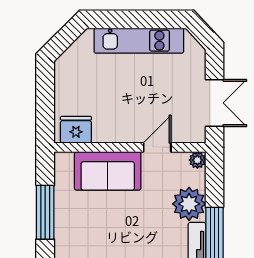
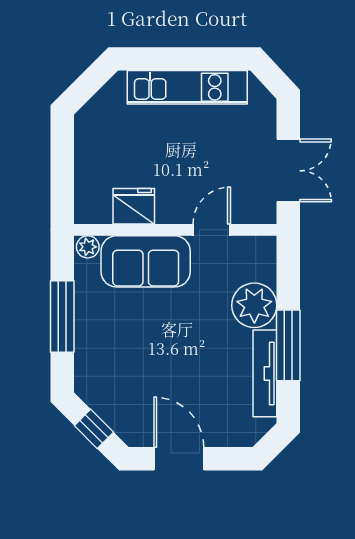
fridge: (76, 130) -> (134, 206), moved
plant: (197, 160) -> (88, 247), moved

